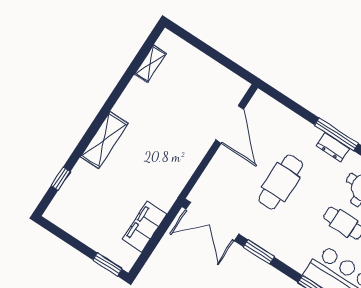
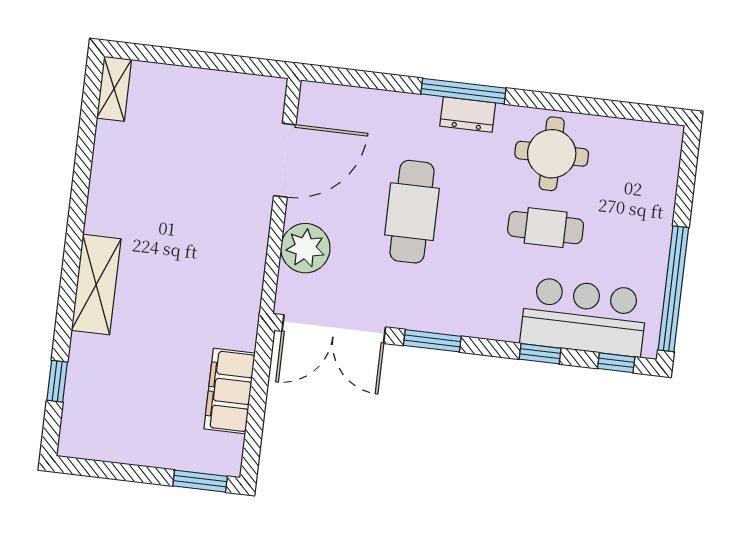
shelving: (150, 64) -> (114, 89), moved
door: (230, 125) -> (285, 160), hinge flipped
plant: (218, 174) -> (305, 248), added

